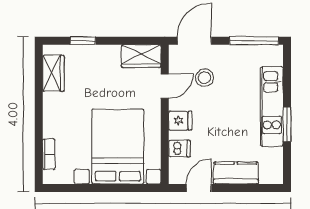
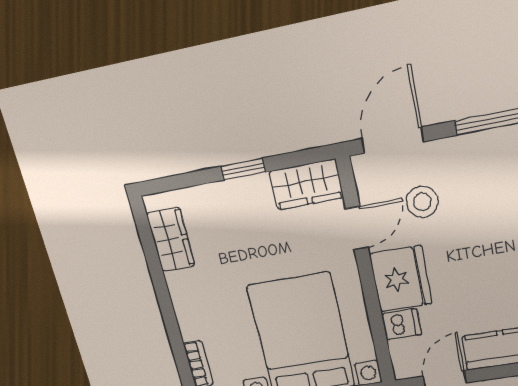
window: (83, 41) -> (243, 169), moved
fridge: (180, 121) -> (401, 279), width x1.88, depth x1.34

